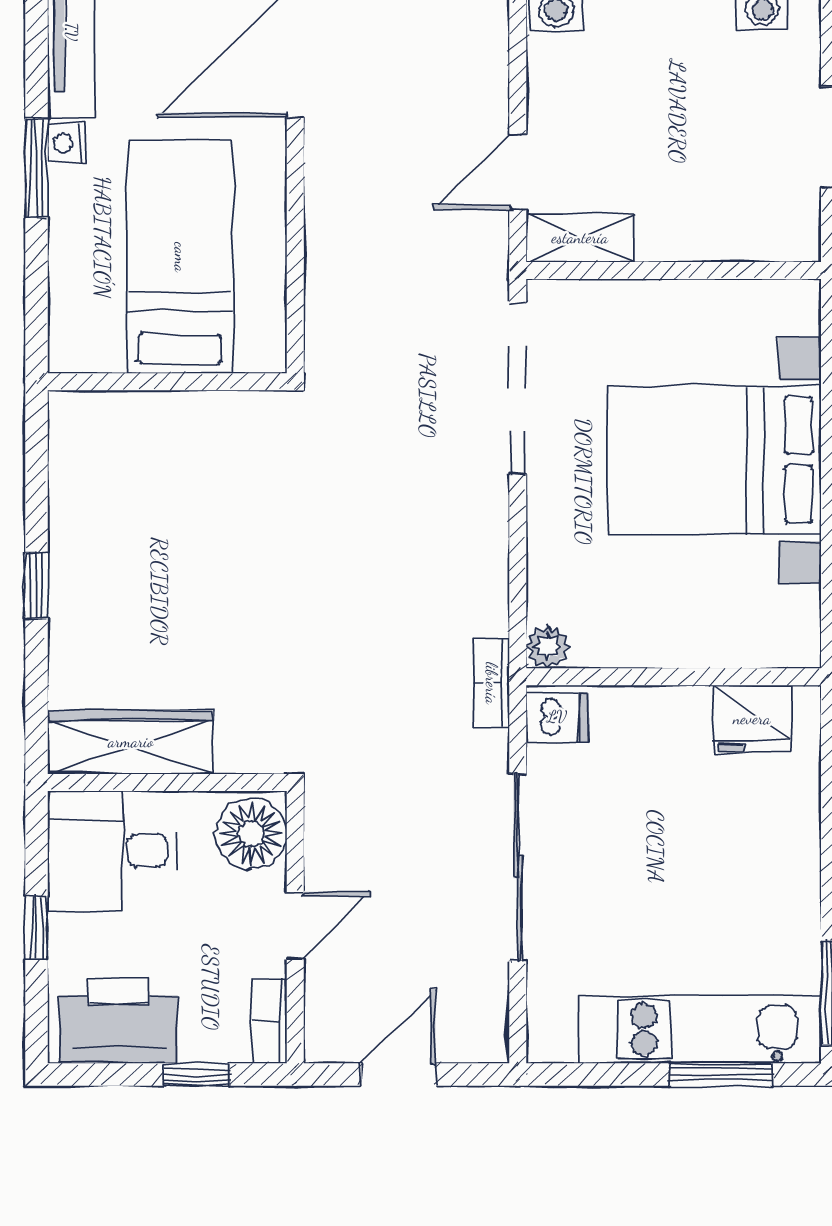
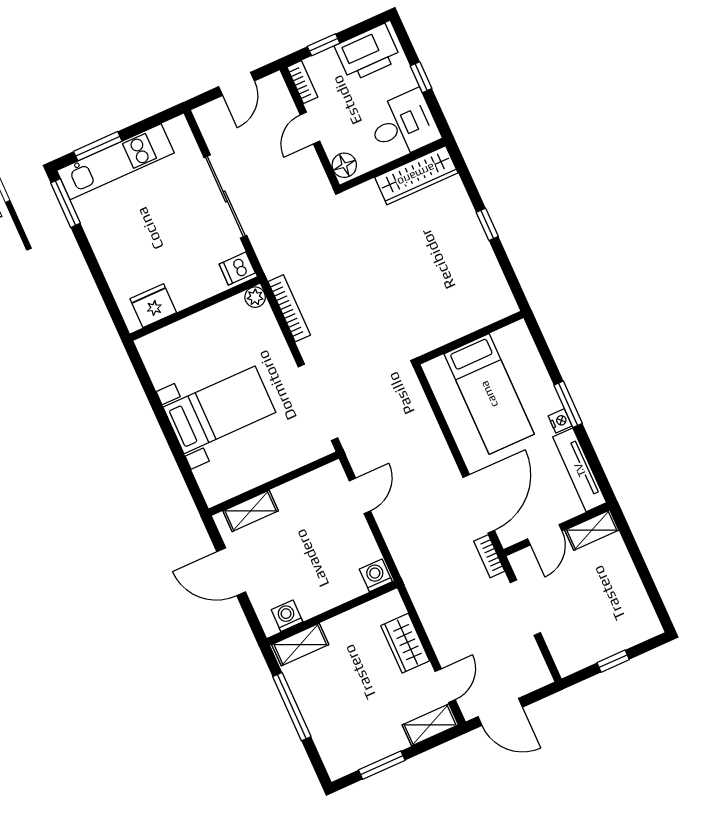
shelving: (580, 238) -> (251, 511), moved
bed with nightstands: (714, 460) -> (219, 410), width x0.73
bookcase: (491, 683) -> (289, 308), moved, width x1.56
floor lamp: (251, 834) -> (344, 165), width x0.73, depth x0.73

